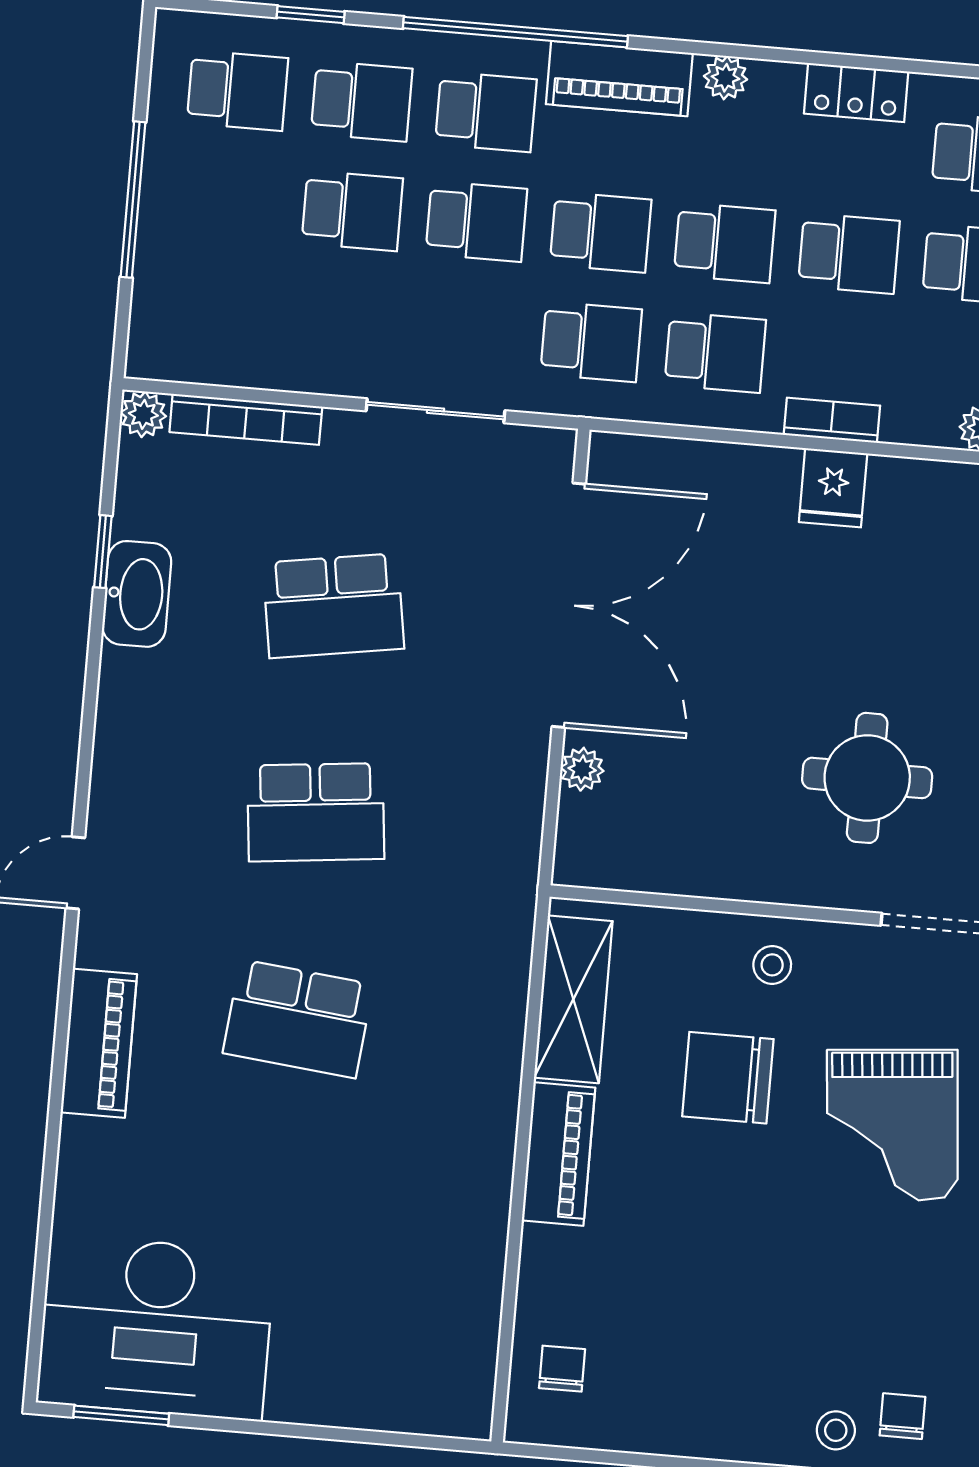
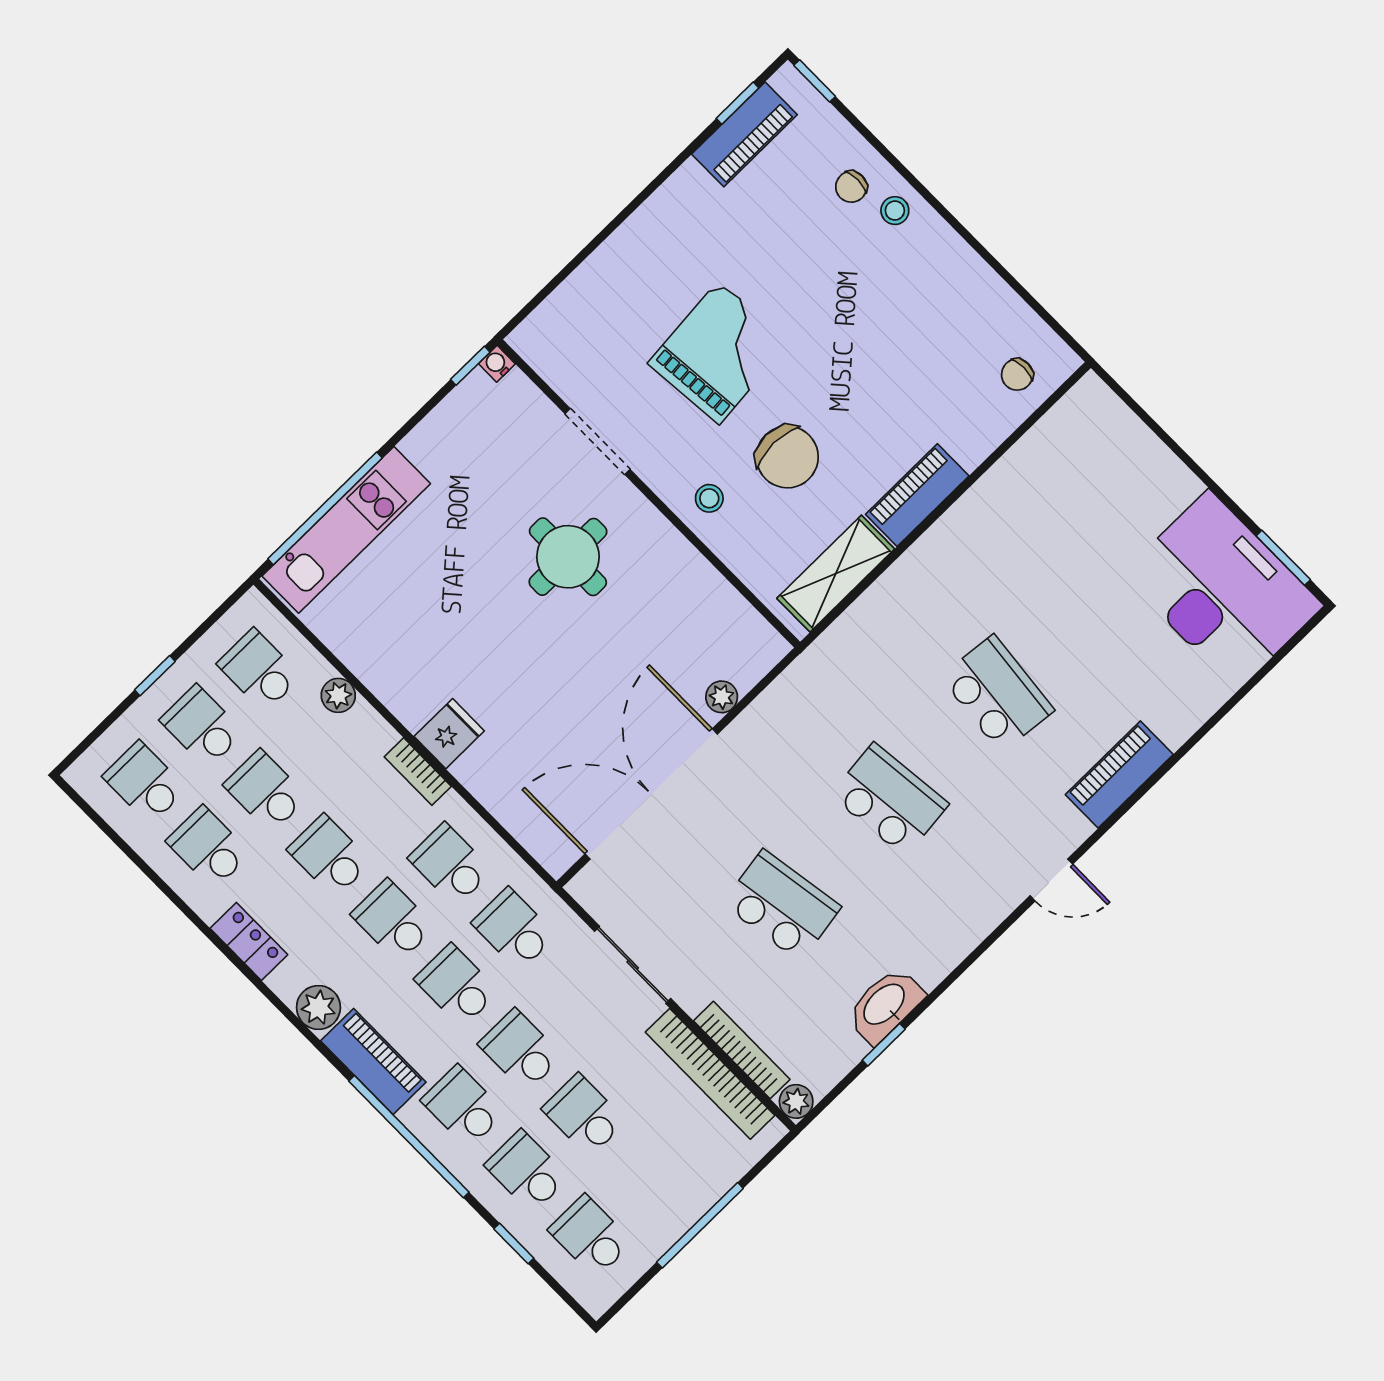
plant: (725, 78) -> (318, 1007), width x1.38, depth x1.38
bookcase: (258, 366) -> (710, 1074), added

